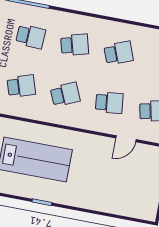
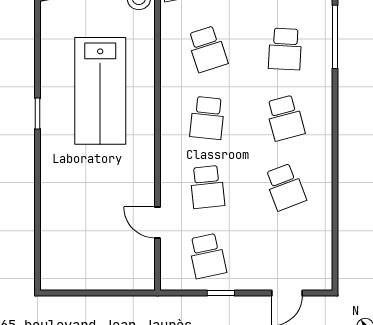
school desk: (65, 94) -> (207, 118), turned 30

